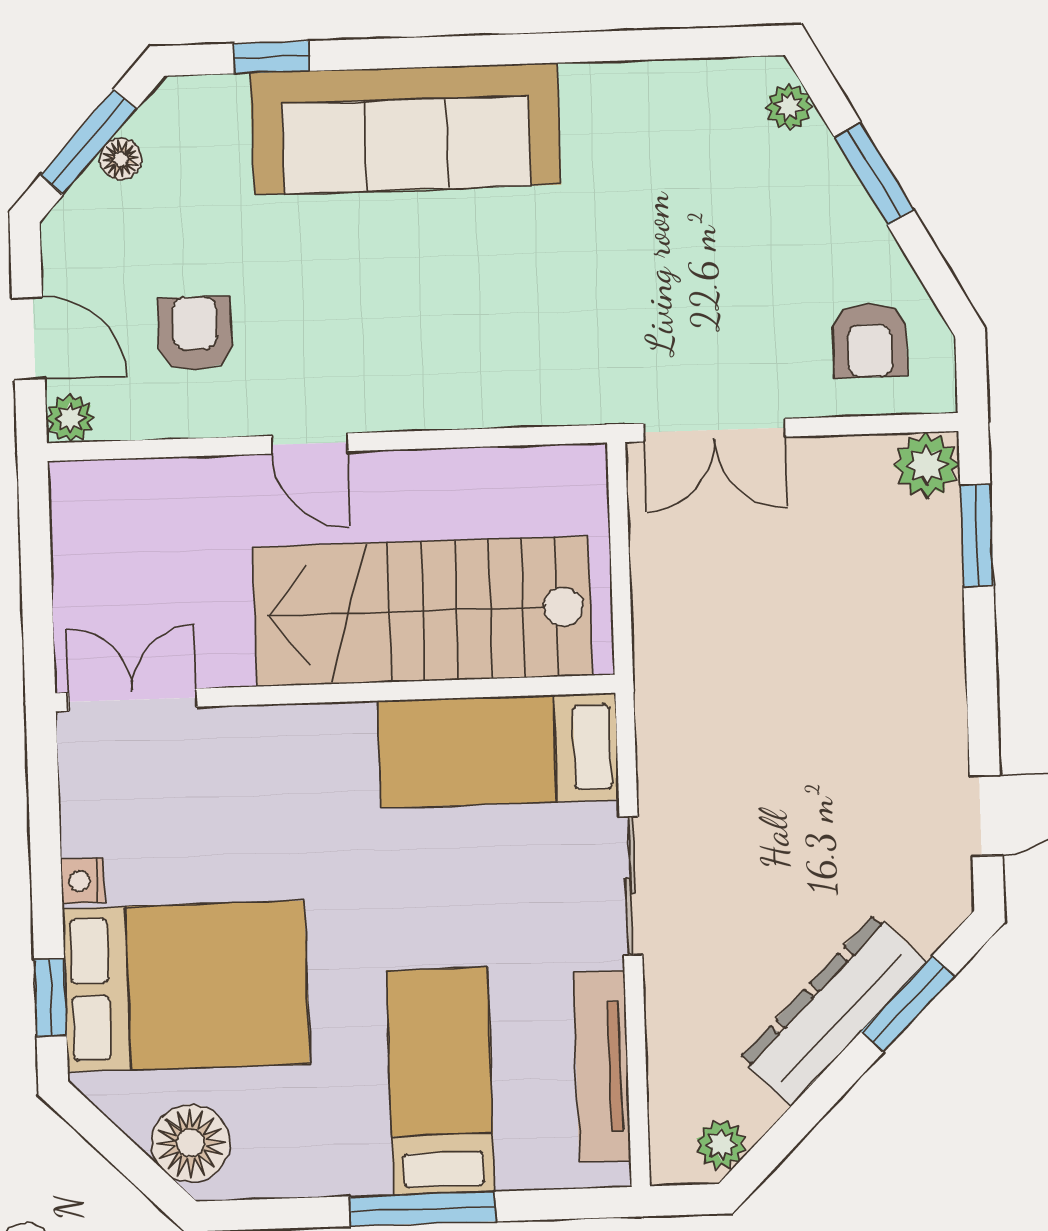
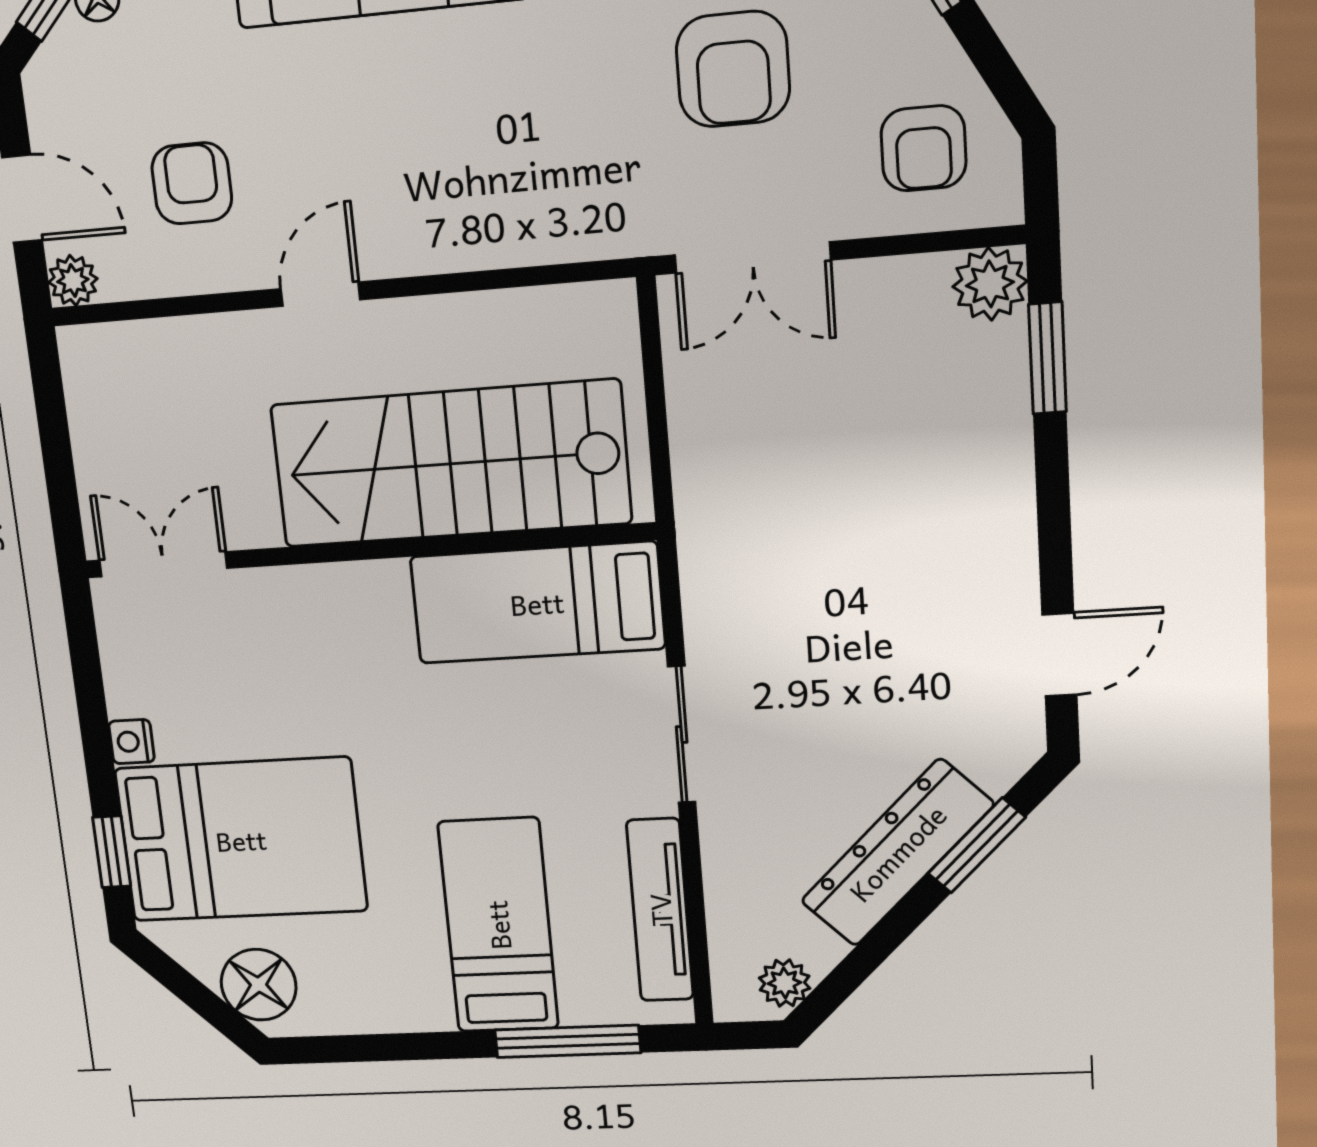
armchair: (703, 260) -> (733, 69), added
door: (310, 444) -> (320, 294), swing flipped
window: (423, 1209) -> (568, 1041), moved

